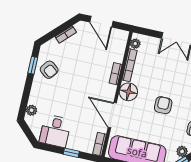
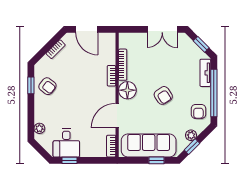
plant: (135, 44) -> (124, 43), removed
armchair: (163, 105) -> (163, 95), turned 147
door: (112, 115) -> (117, 116), hinge flipped
window: (71, 153) -> (69, 160), moved

